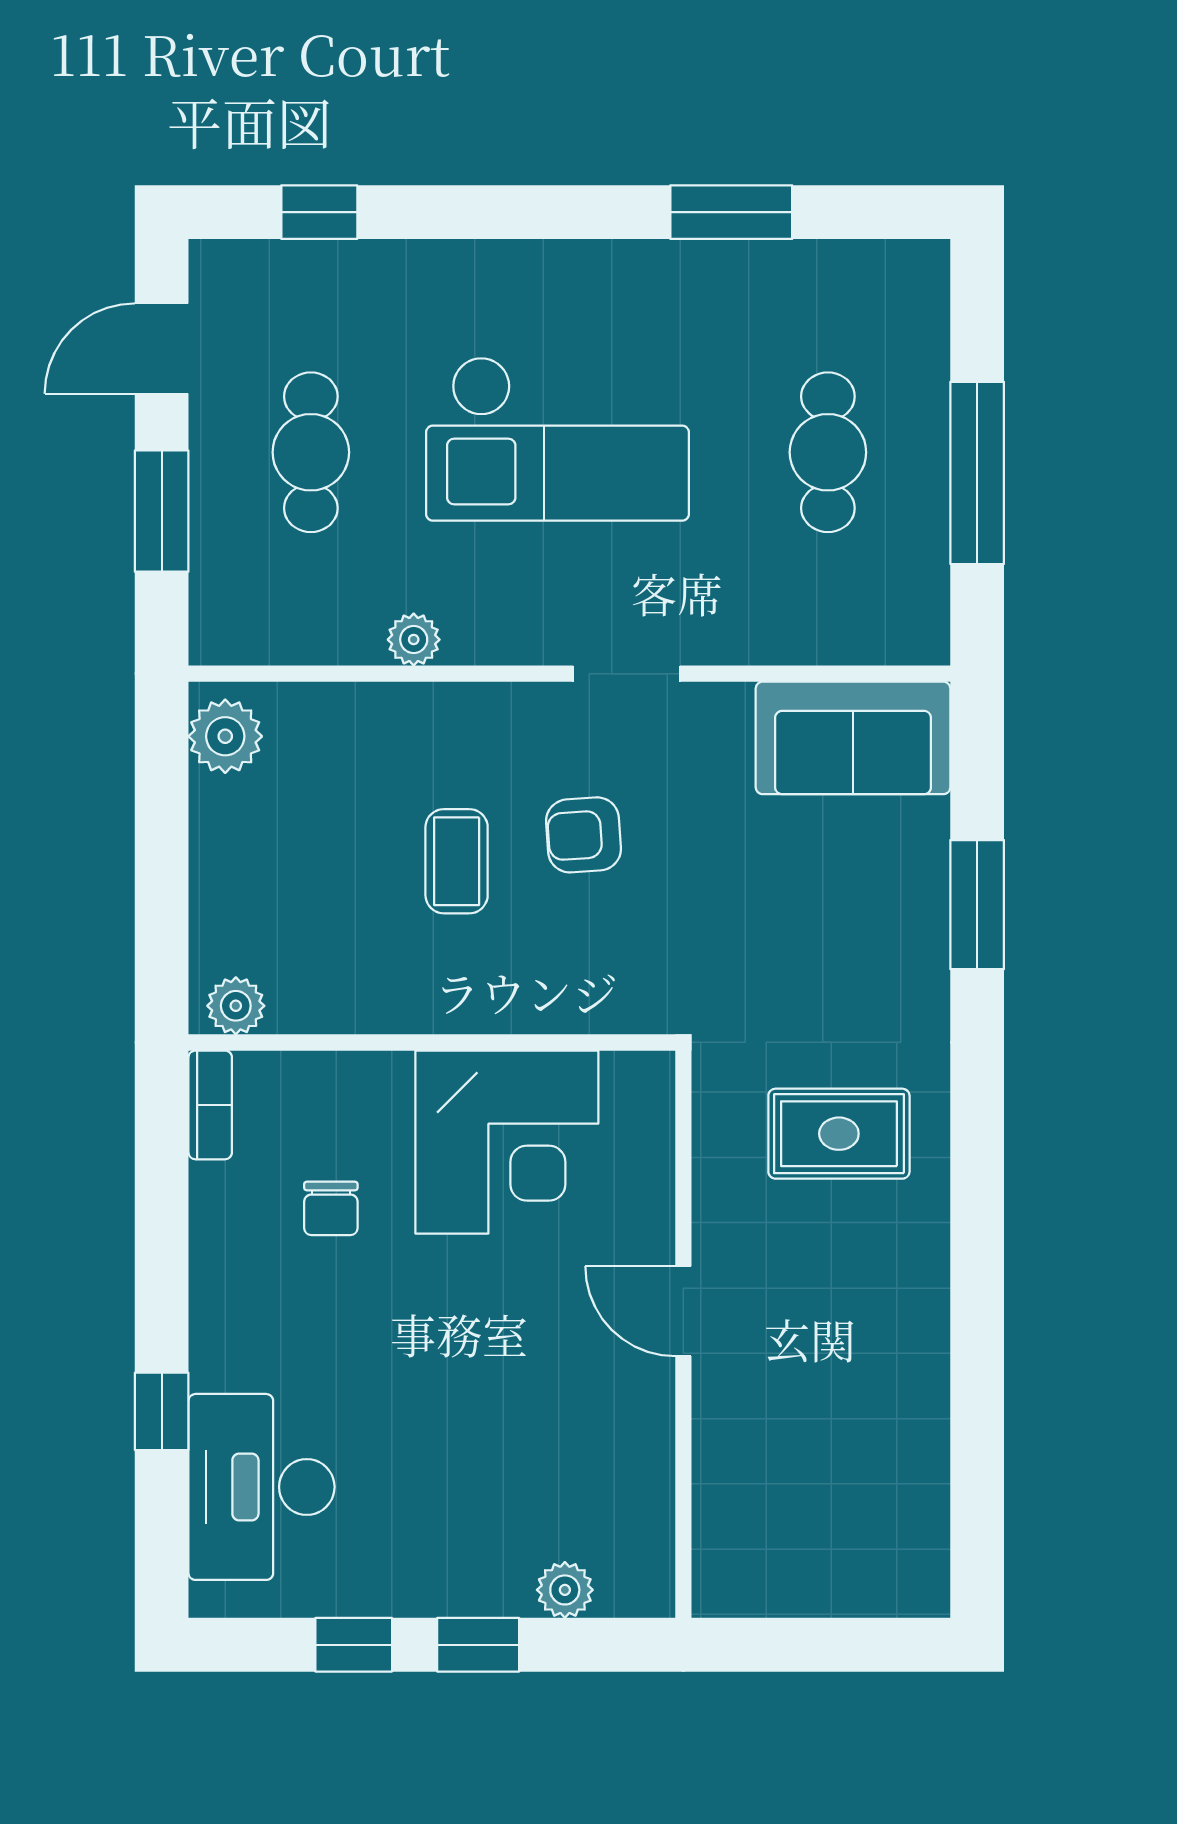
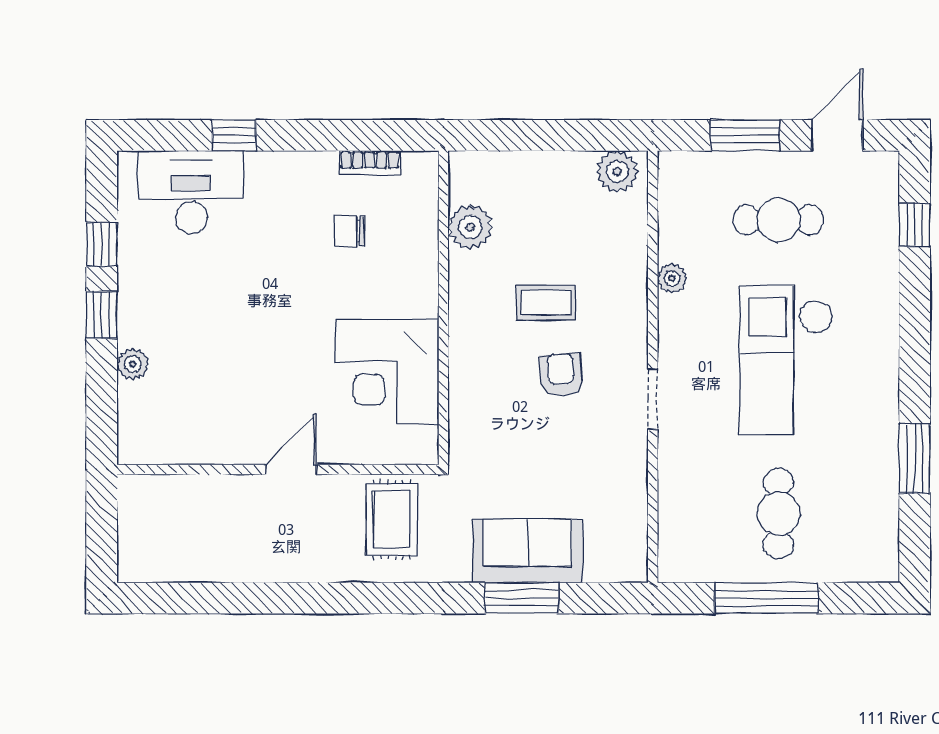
door: (162, 348) -> (837, 135), hinge flipped
cafe table: (828, 452) -> (778, 513), turned 90
sofa: (853, 738) -> (528, 551), moved, turned 90
plant: (236, 1006) -> (470, 227), moved, width x1.38, depth x1.38
bookcase: (210, 1105) -> (370, 163), moved
corner desk: (507, 1142) -> (387, 372), moved
door: (683, 1311) -> (291, 469), moved
wall: (683, 1334) -> (278, 469), moved

